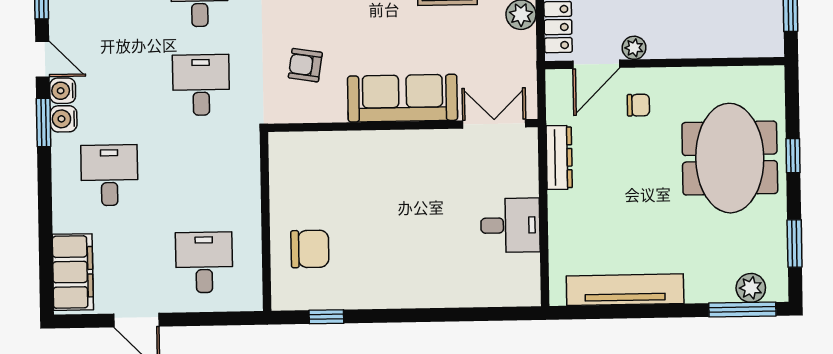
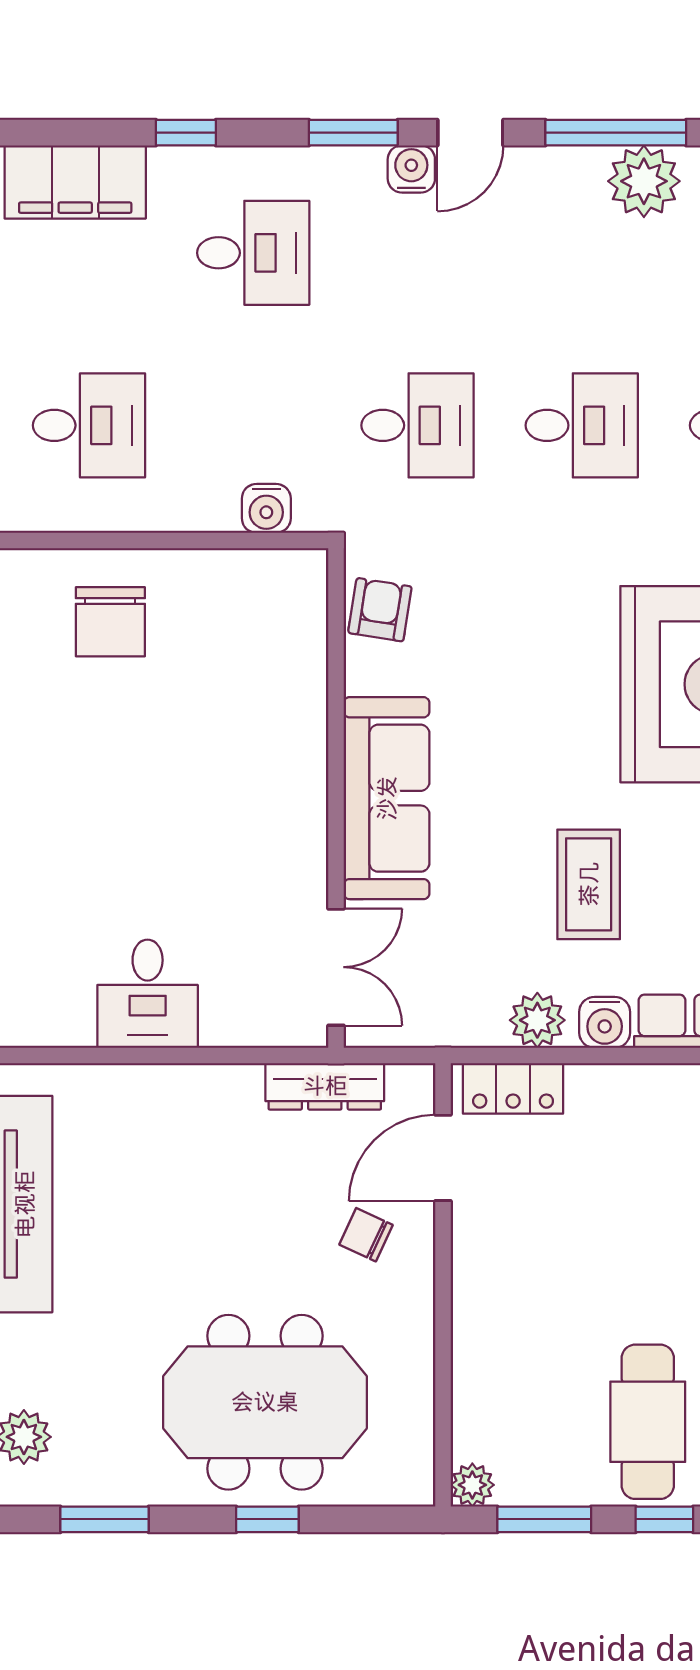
plant: (634, 48) -> (472, 1485), moved
door: (596, 64) -> (443, 1158), hinge flipped
armchair: (305, 65) -> (380, 610), moved
chair: (638, 105) -> (366, 1235), turned 115
water cooler: (64, 119) -> (266, 508), moved, turned 180
dresser: (559, 157) -> (325, 1086), moved
window: (45, 213) -> (186, 133), added

